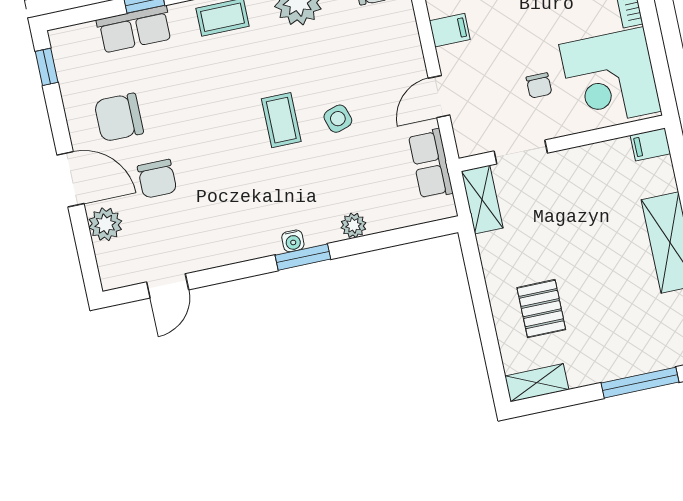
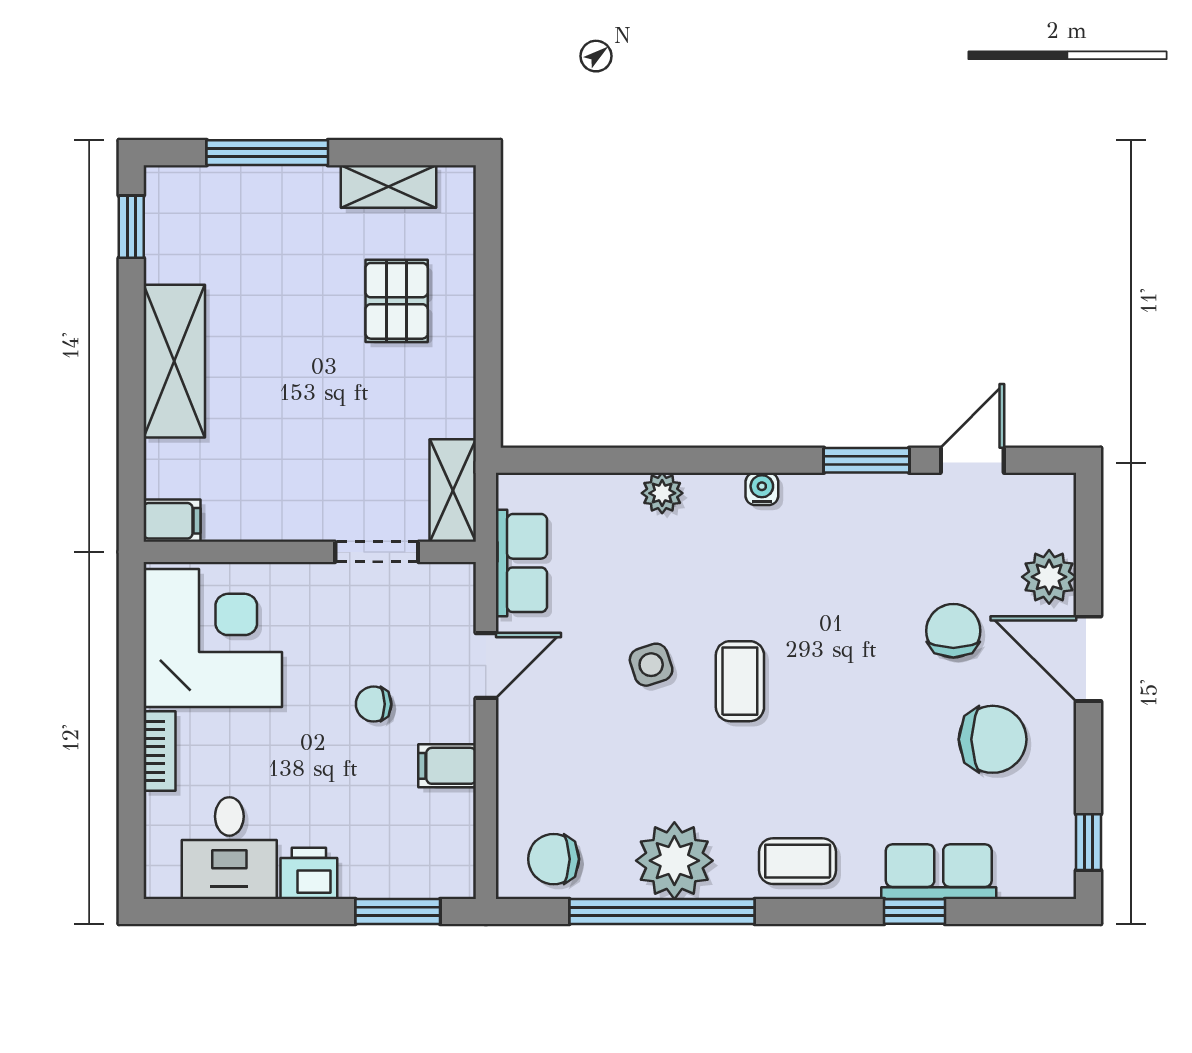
chair: (539, 85) -> (374, 704), moved, turned -90
window: (303, 257) -> (866, 460), moved
shelving: (537, 383) -> (389, 186), moved

